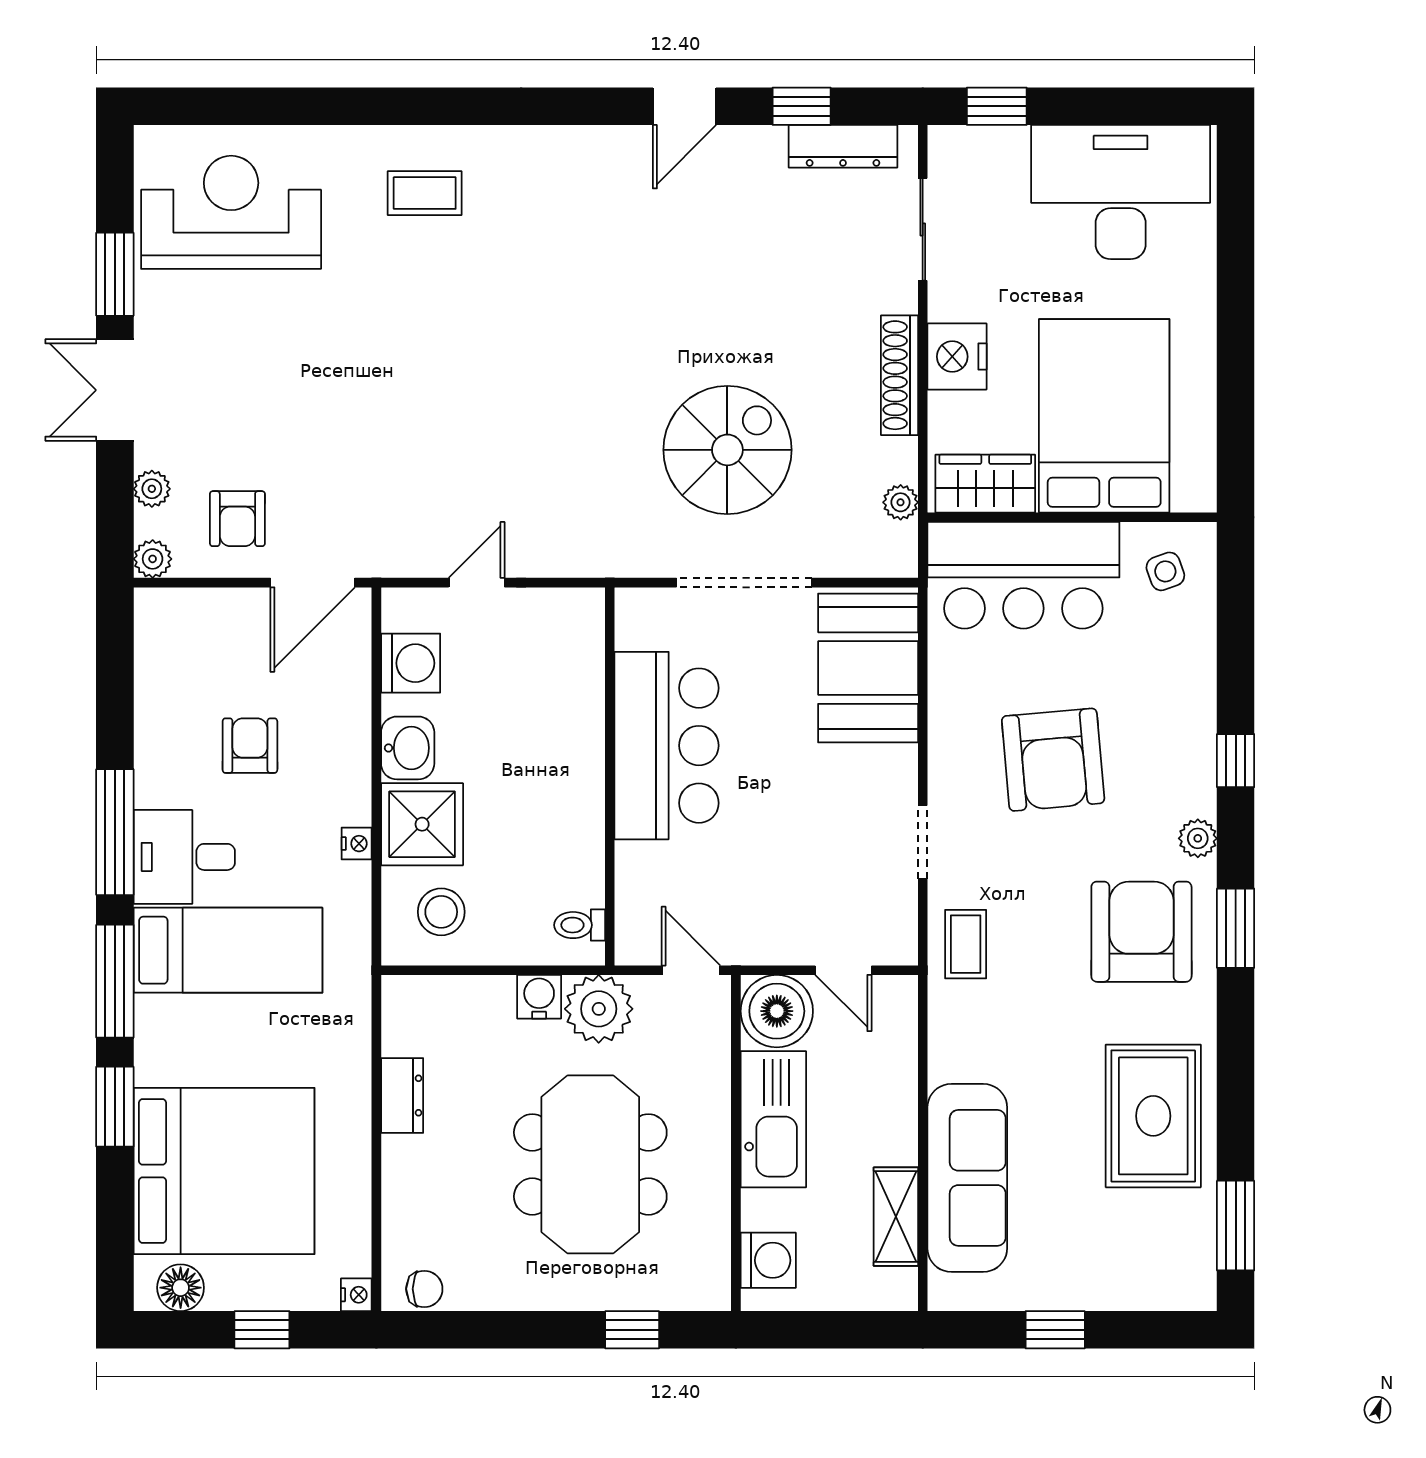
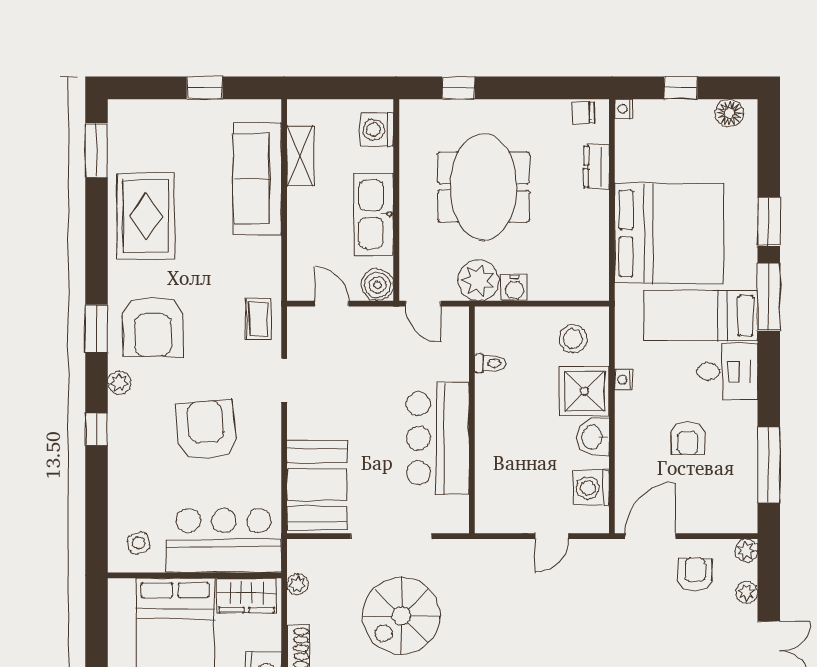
window: (115, 832) -> (769, 465), moved
toilet: (580, 925) -> (490, 363), moved
boiler: (777, 1011) -> (378, 285), width x0.73, depth x0.73
dresser: (402, 1096) -> (596, 167), moved
bed: (224, 1171) -> (669, 233), moved, turned 180

